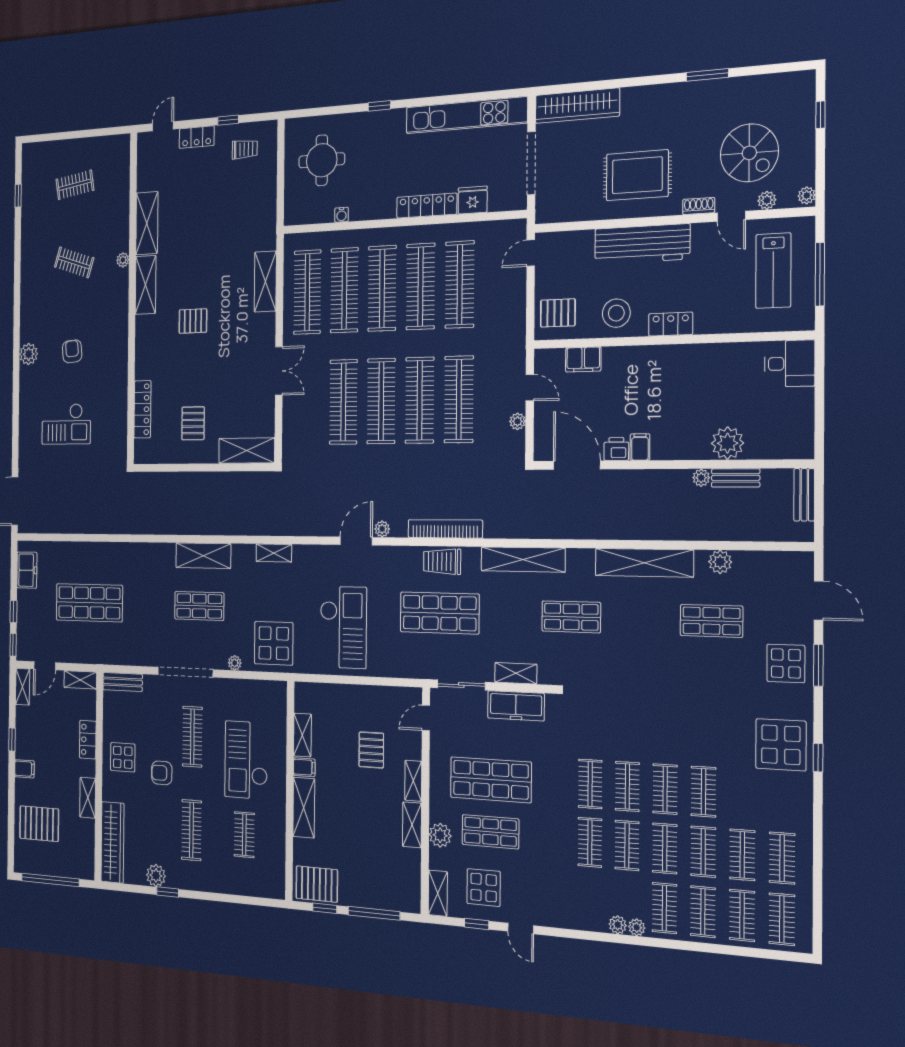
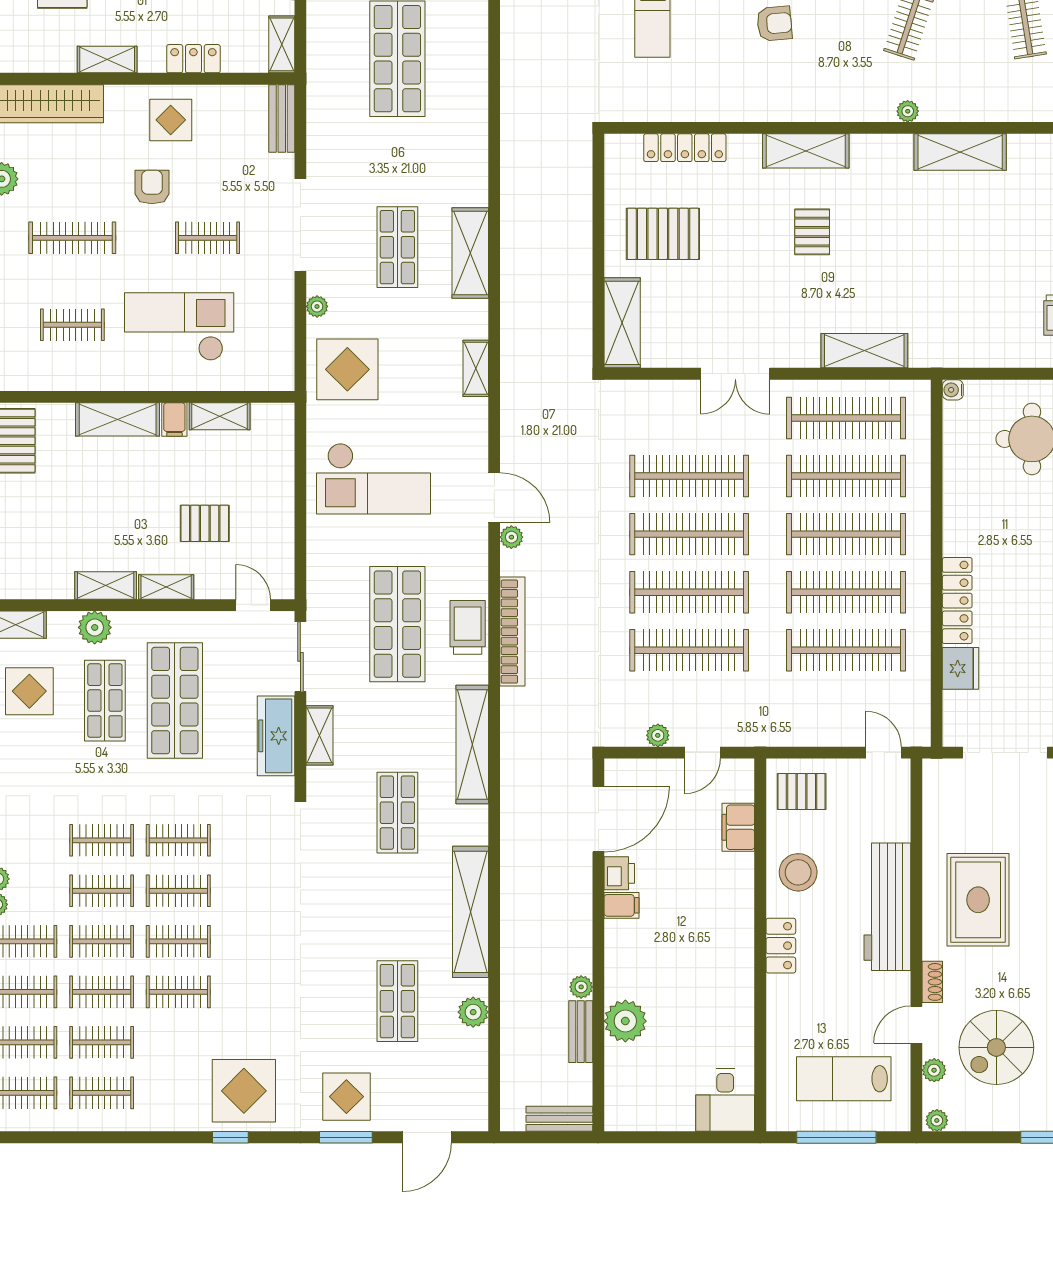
water cooler: (341, 215) -> (953, 390), moved
shelving: (146, 285) -> (806, 151), moved
pallet: (558, 313) -> (802, 791), turned 90
pallet: (193, 423) -> (663, 234), width x1.50, depth x1.42
clothes rail: (192, 737) -> (208, 238), width x0.73

